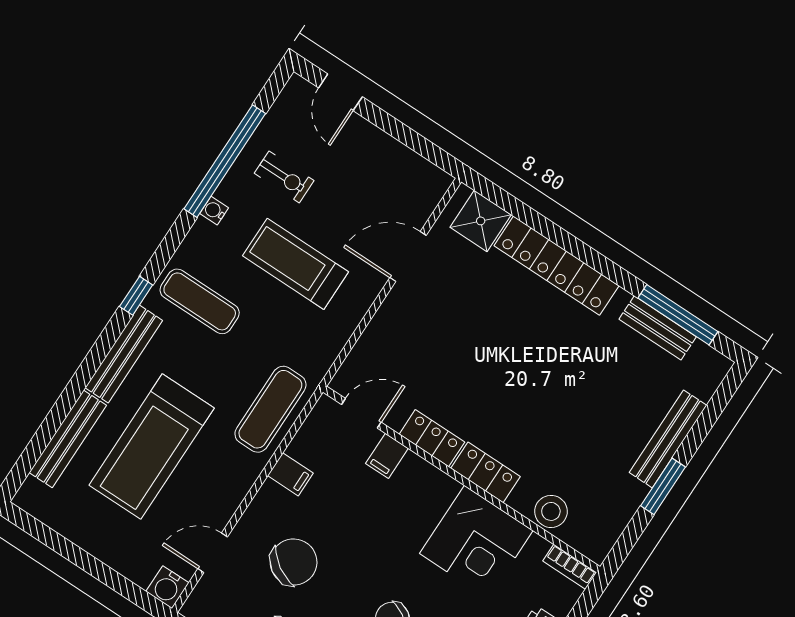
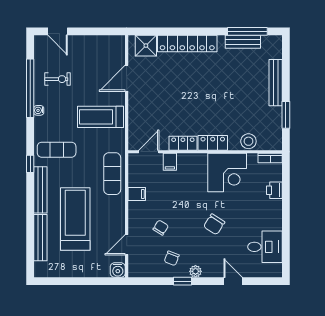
treadmill: (296, 264) -> (101, 117), moved
treadmill: (152, 447) -> (75, 219), turned 180
window: (663, 486) -> (286, 115), moved
chair: (294, 562) -> (161, 228), width x0.54, depth x0.54

